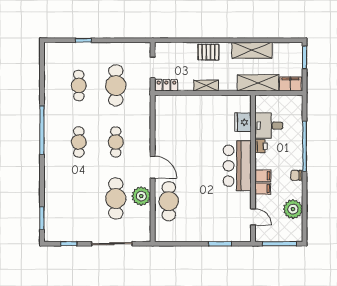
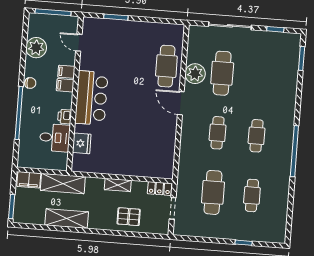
pallet: (208, 52) -> (129, 217), moved

